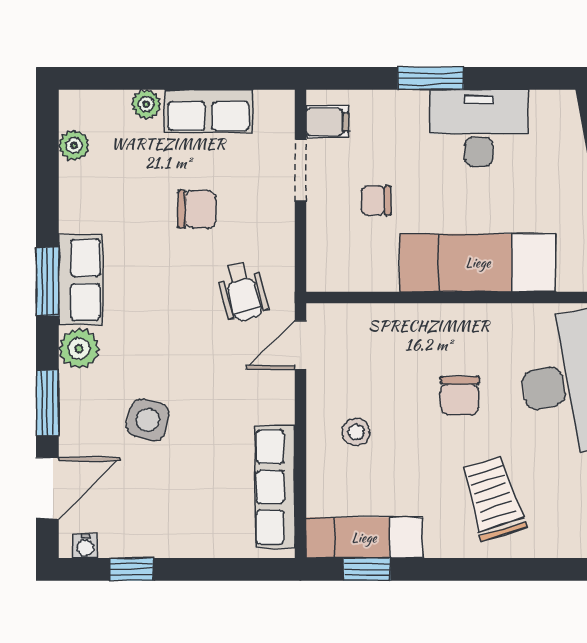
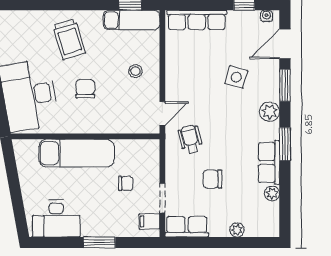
row of seats: (209, 111) -> (187, 227), moved
desk: (479, 128) -> (56, 218), moved
plant: (74, 145) -> (272, 193), moved
row of seats: (80, 280) -> (269, 163), moved
row of seats: (275, 487) -> (197, 20), moved, turned 90

